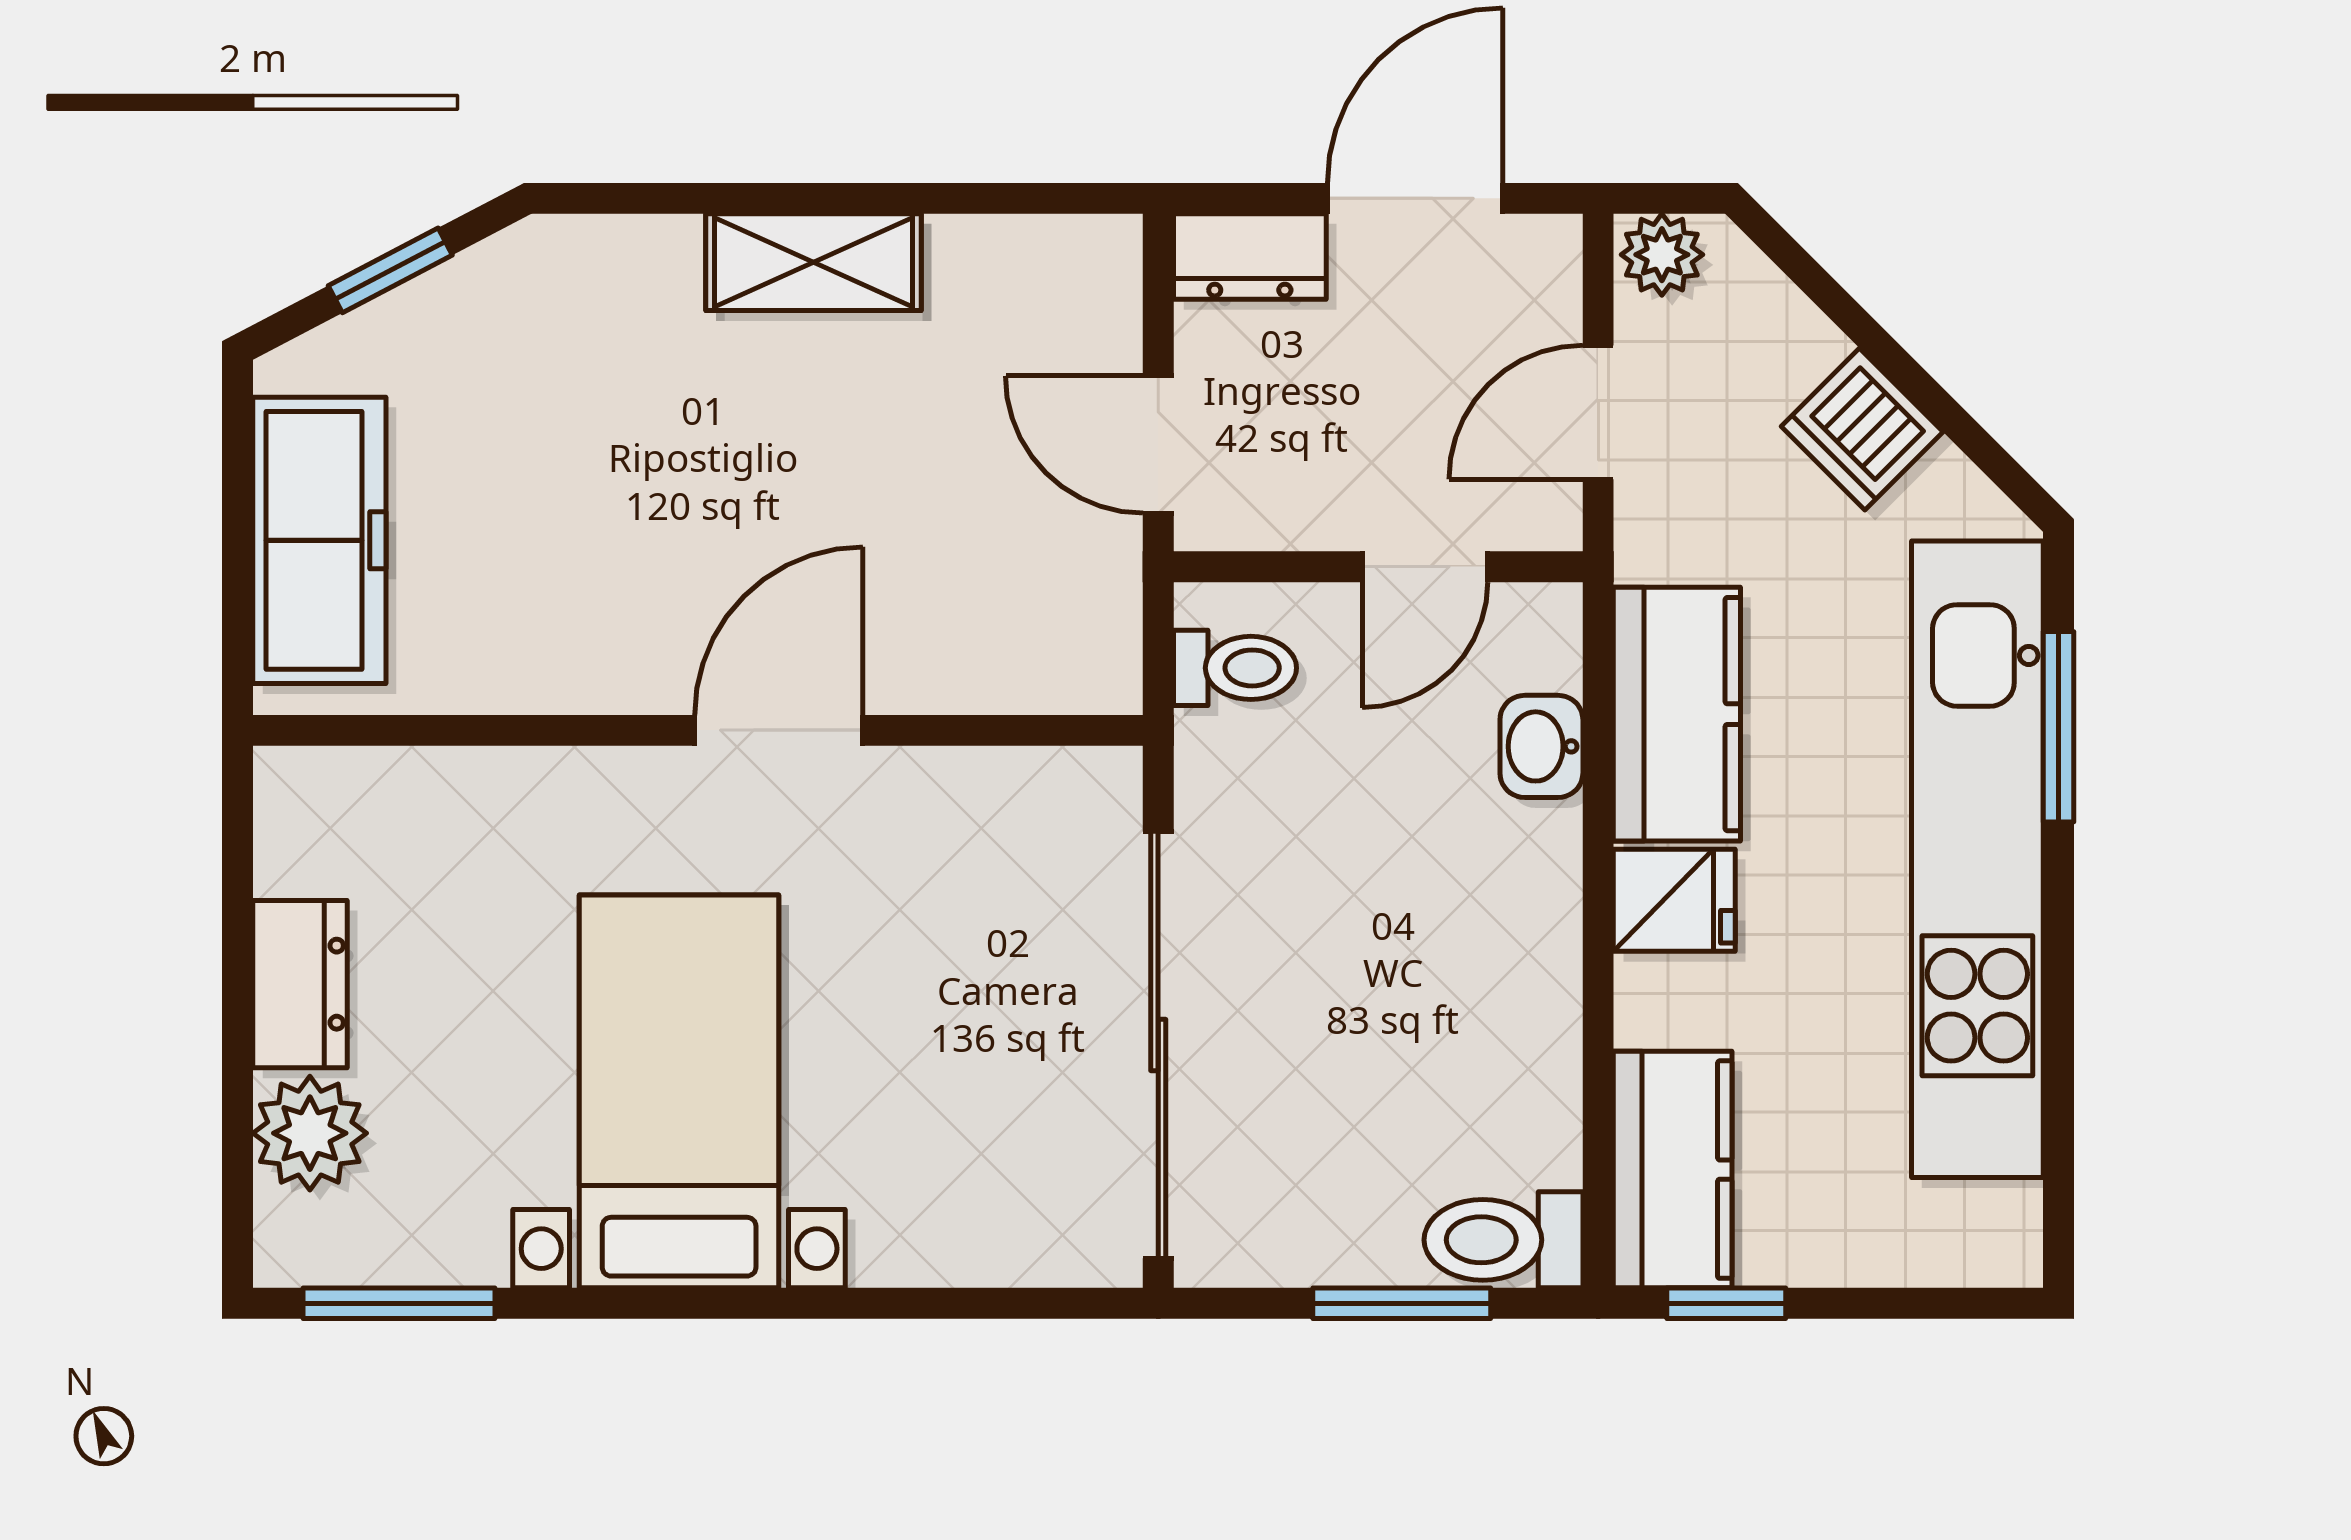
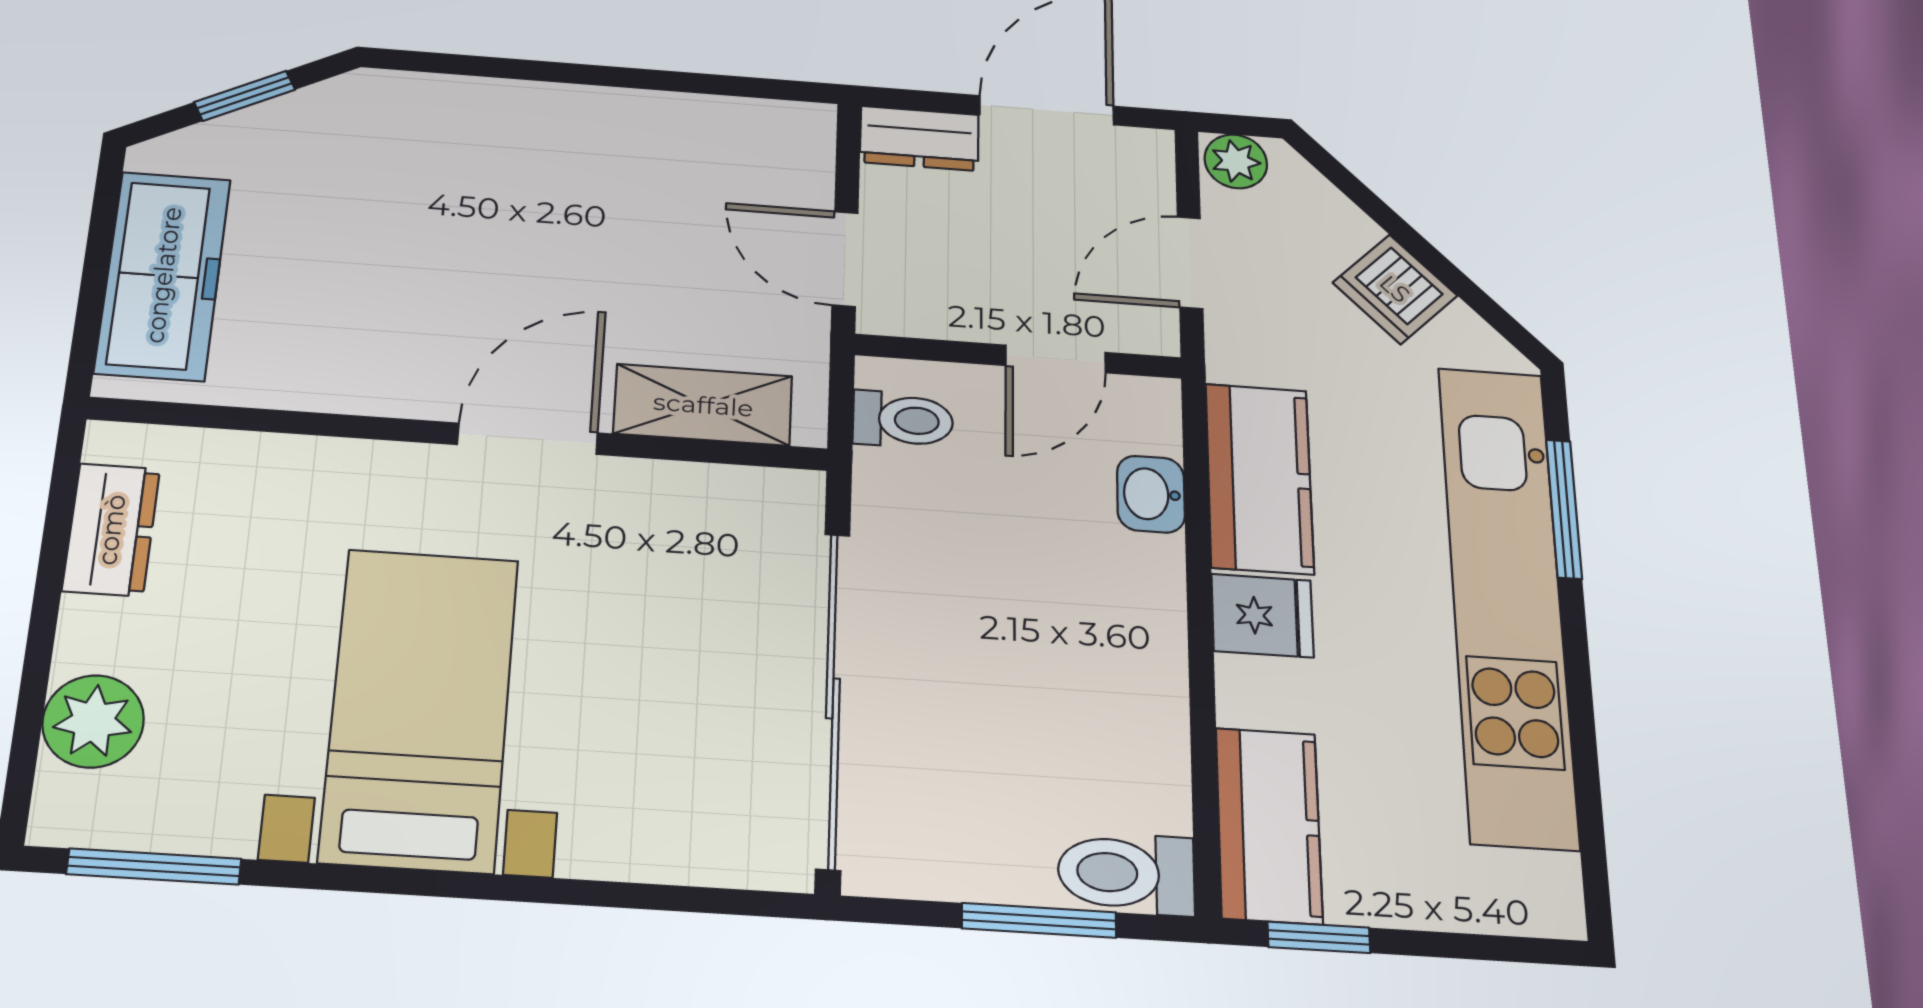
shelving: (814, 262) -> (703, 405), moved
dresser: (300, 984) -> (111, 530), moved

